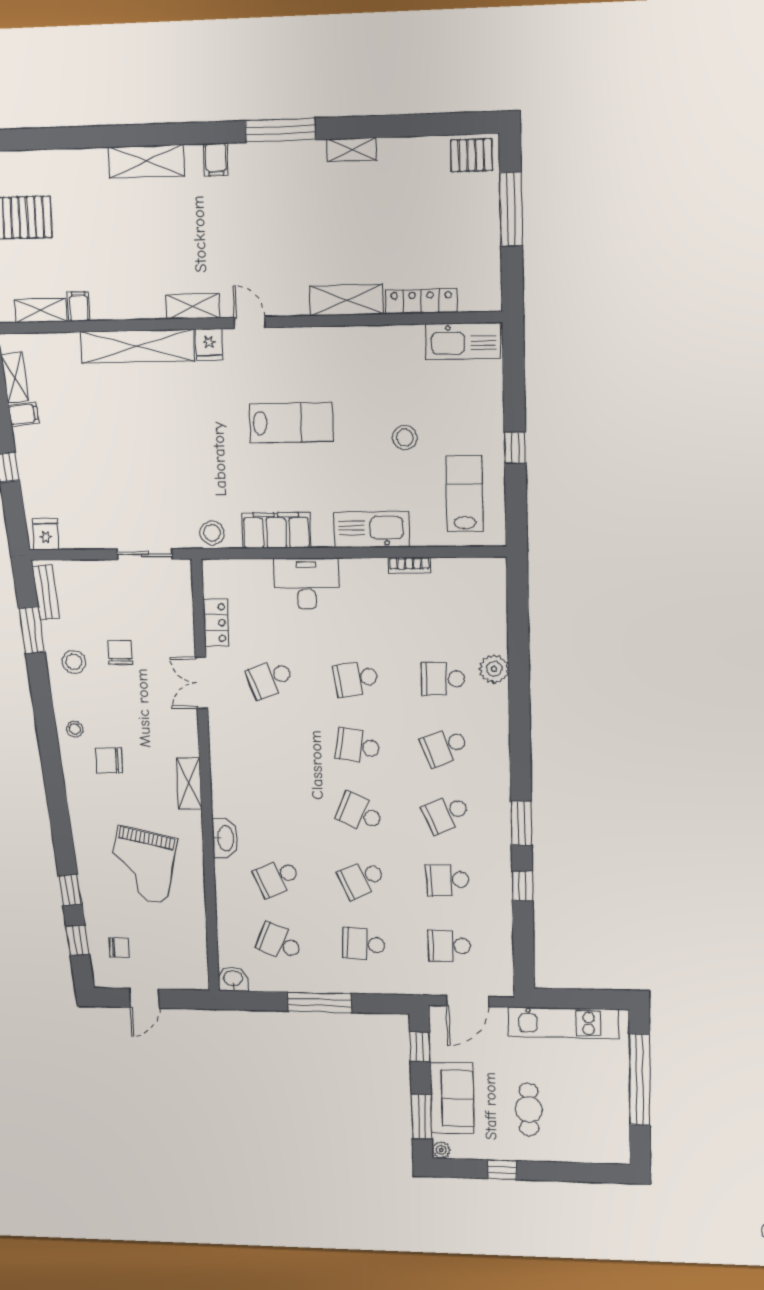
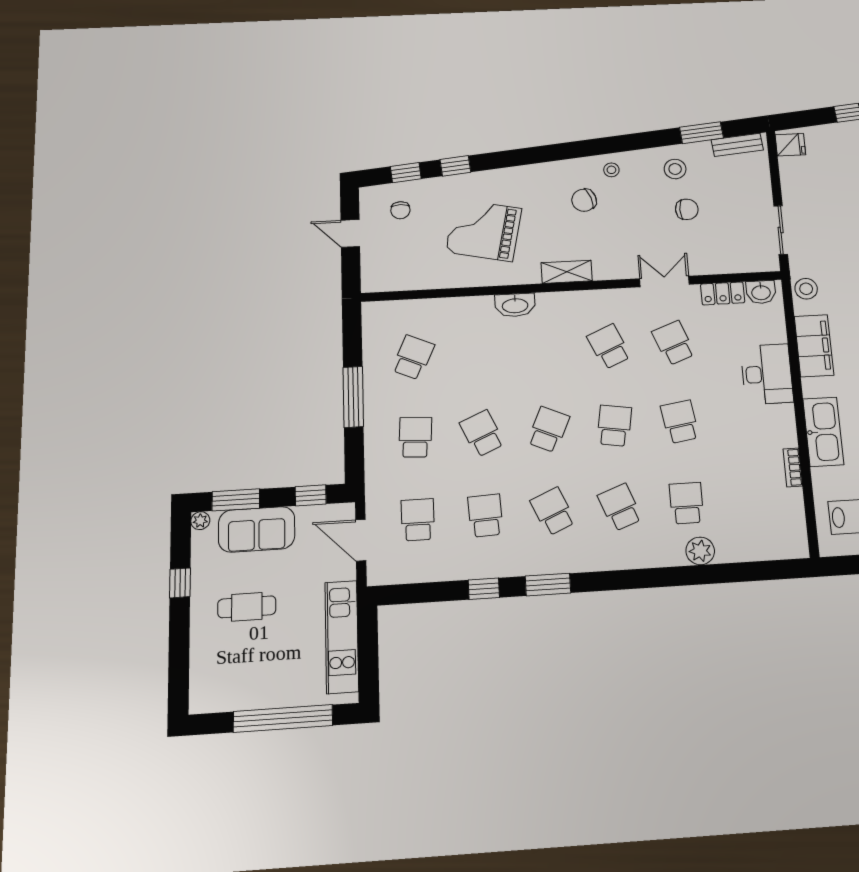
chair: (109, 760) -> (584, 200), turned -109
school desk: (277, 878) -> (609, 347), moved
washbasin: (233, 979) -> (761, 292), moved, turned 90

